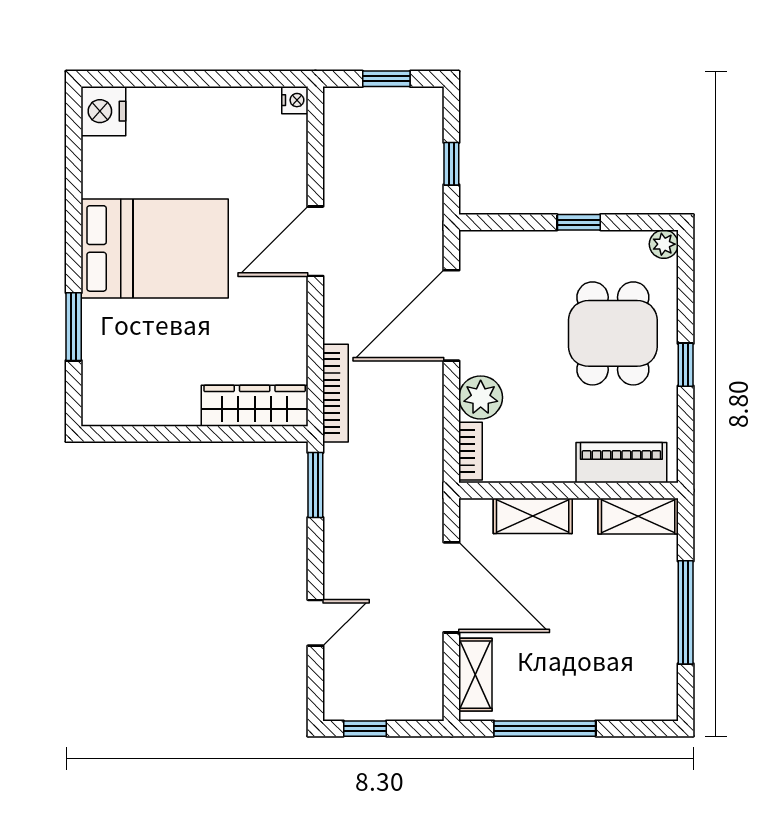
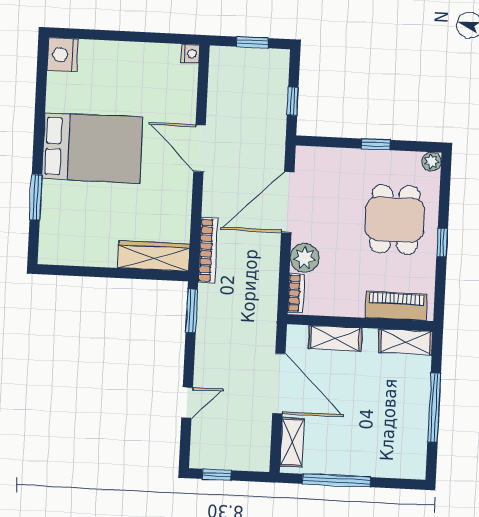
door: (315, 241) -> (200, 148), hinge flipped

